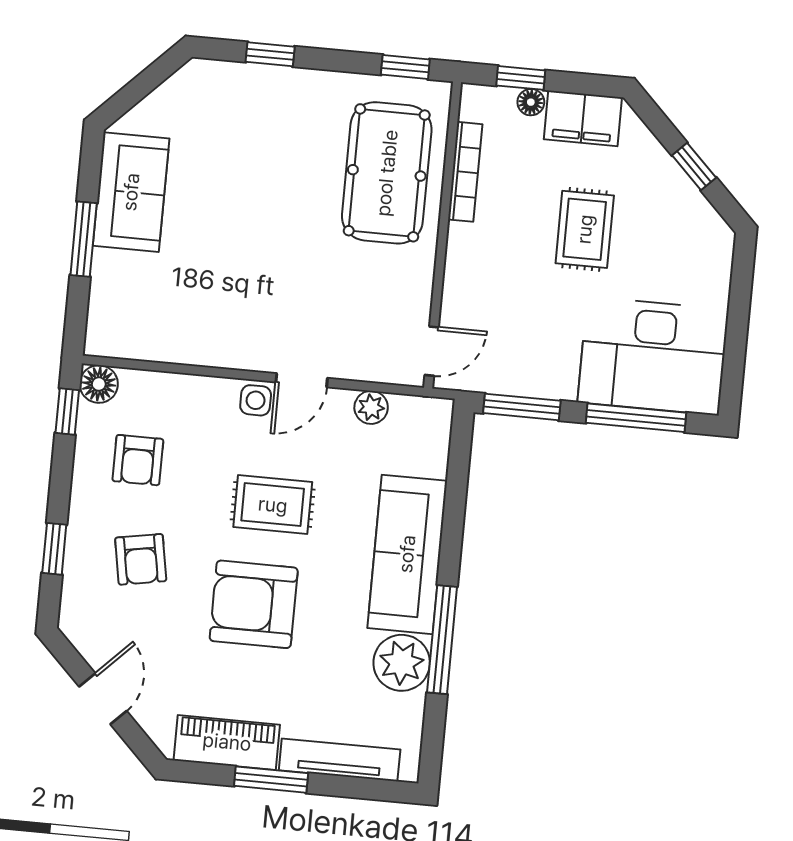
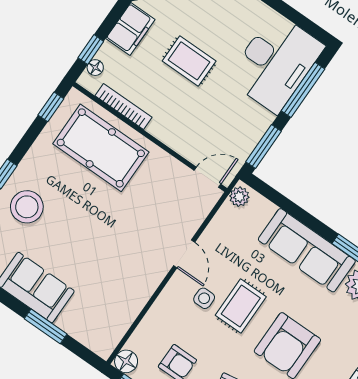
floor lamp: (531, 102) -> (95, 68), moved
stool: (241, 114) -> (27, 207), added
door: (432, 351) -> (207, 177), hinge flipped
side table: (256, 400) -> (204, 298), moved
plant: (371, 407) -> (239, 197), moved

